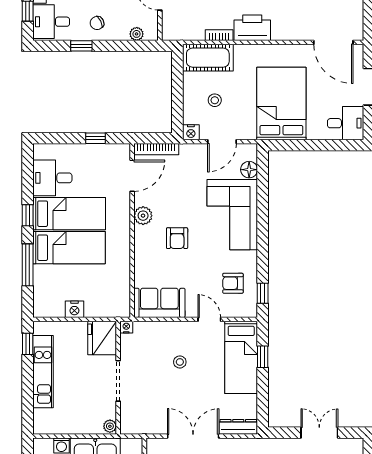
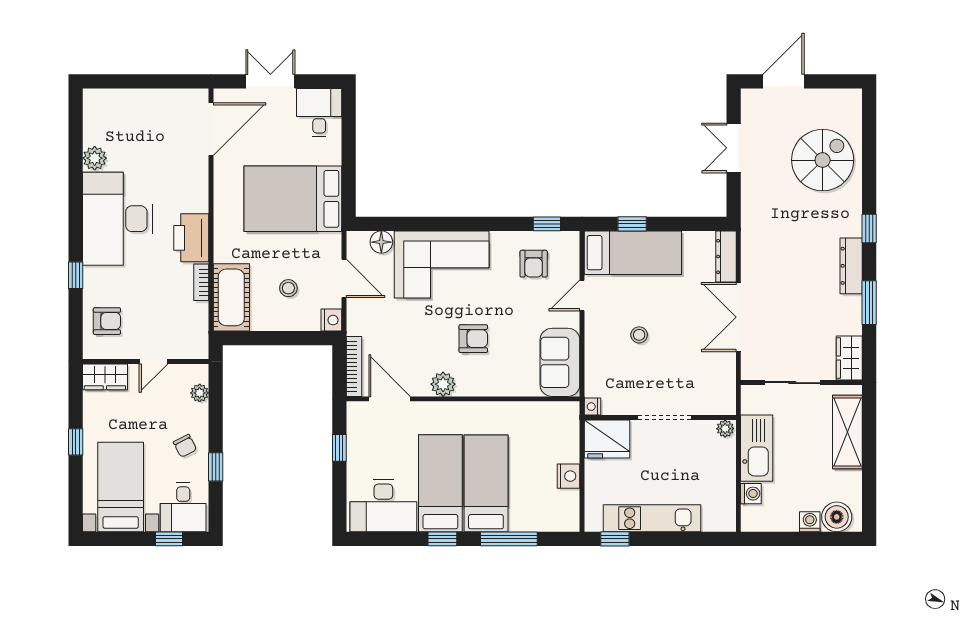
desk: (52, 178) -> (383, 506), width x1.37

